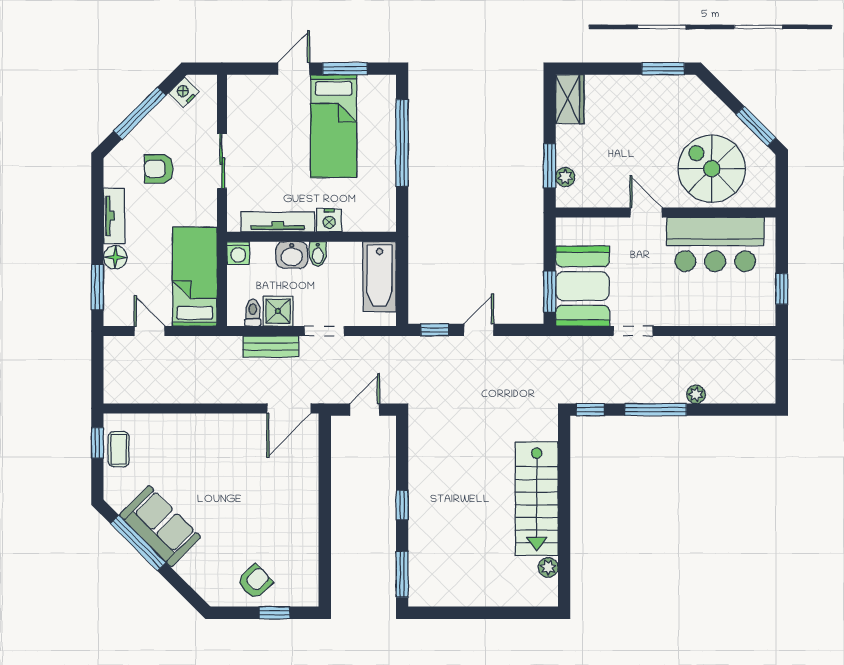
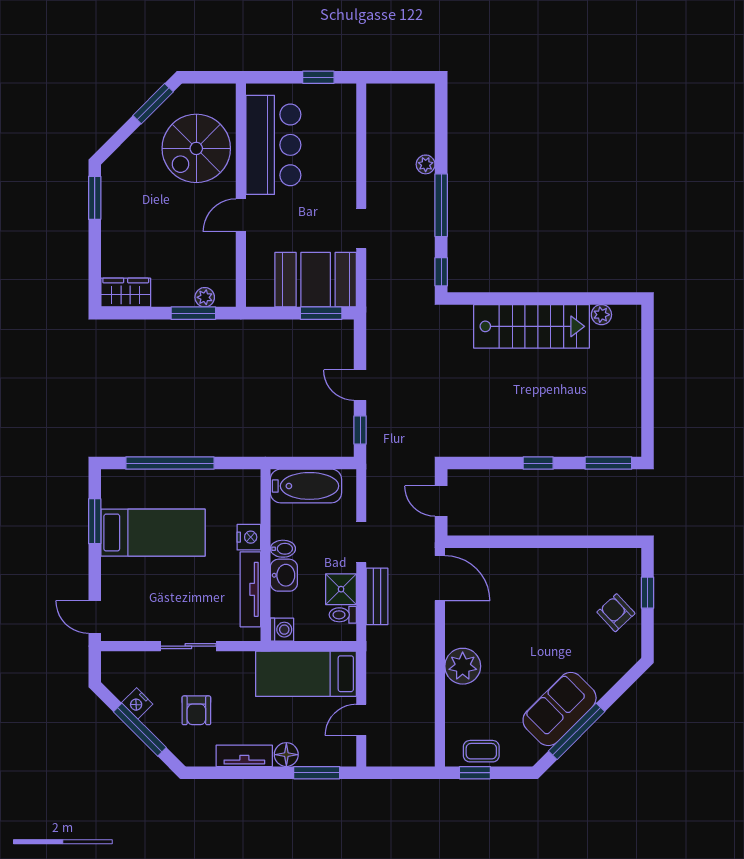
door: (294, 69) -> (95, 617), moved
nightstand: (184, 92) -> (137, 703), moved
plant: (202, 431) -> (463, 666), added

